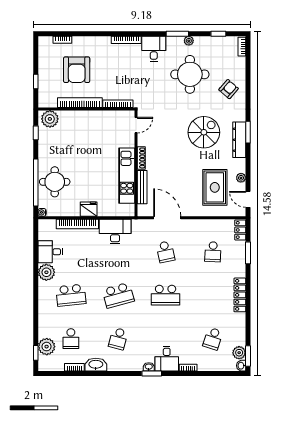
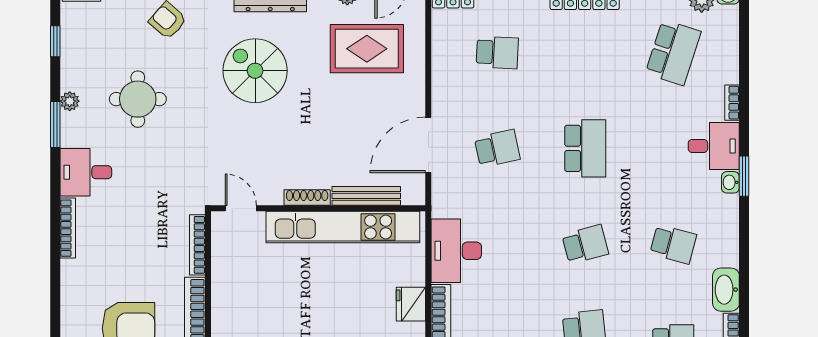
round table: (190, 74) -> (138, 99), width x0.73, depth x0.73
kitchen unit: (127, 176) -> (343, 227), width x1.36
school desk: (118, 295) -> (585, 244), width x0.54
school desk: (213, 339) -> (673, 52), width x1.85

